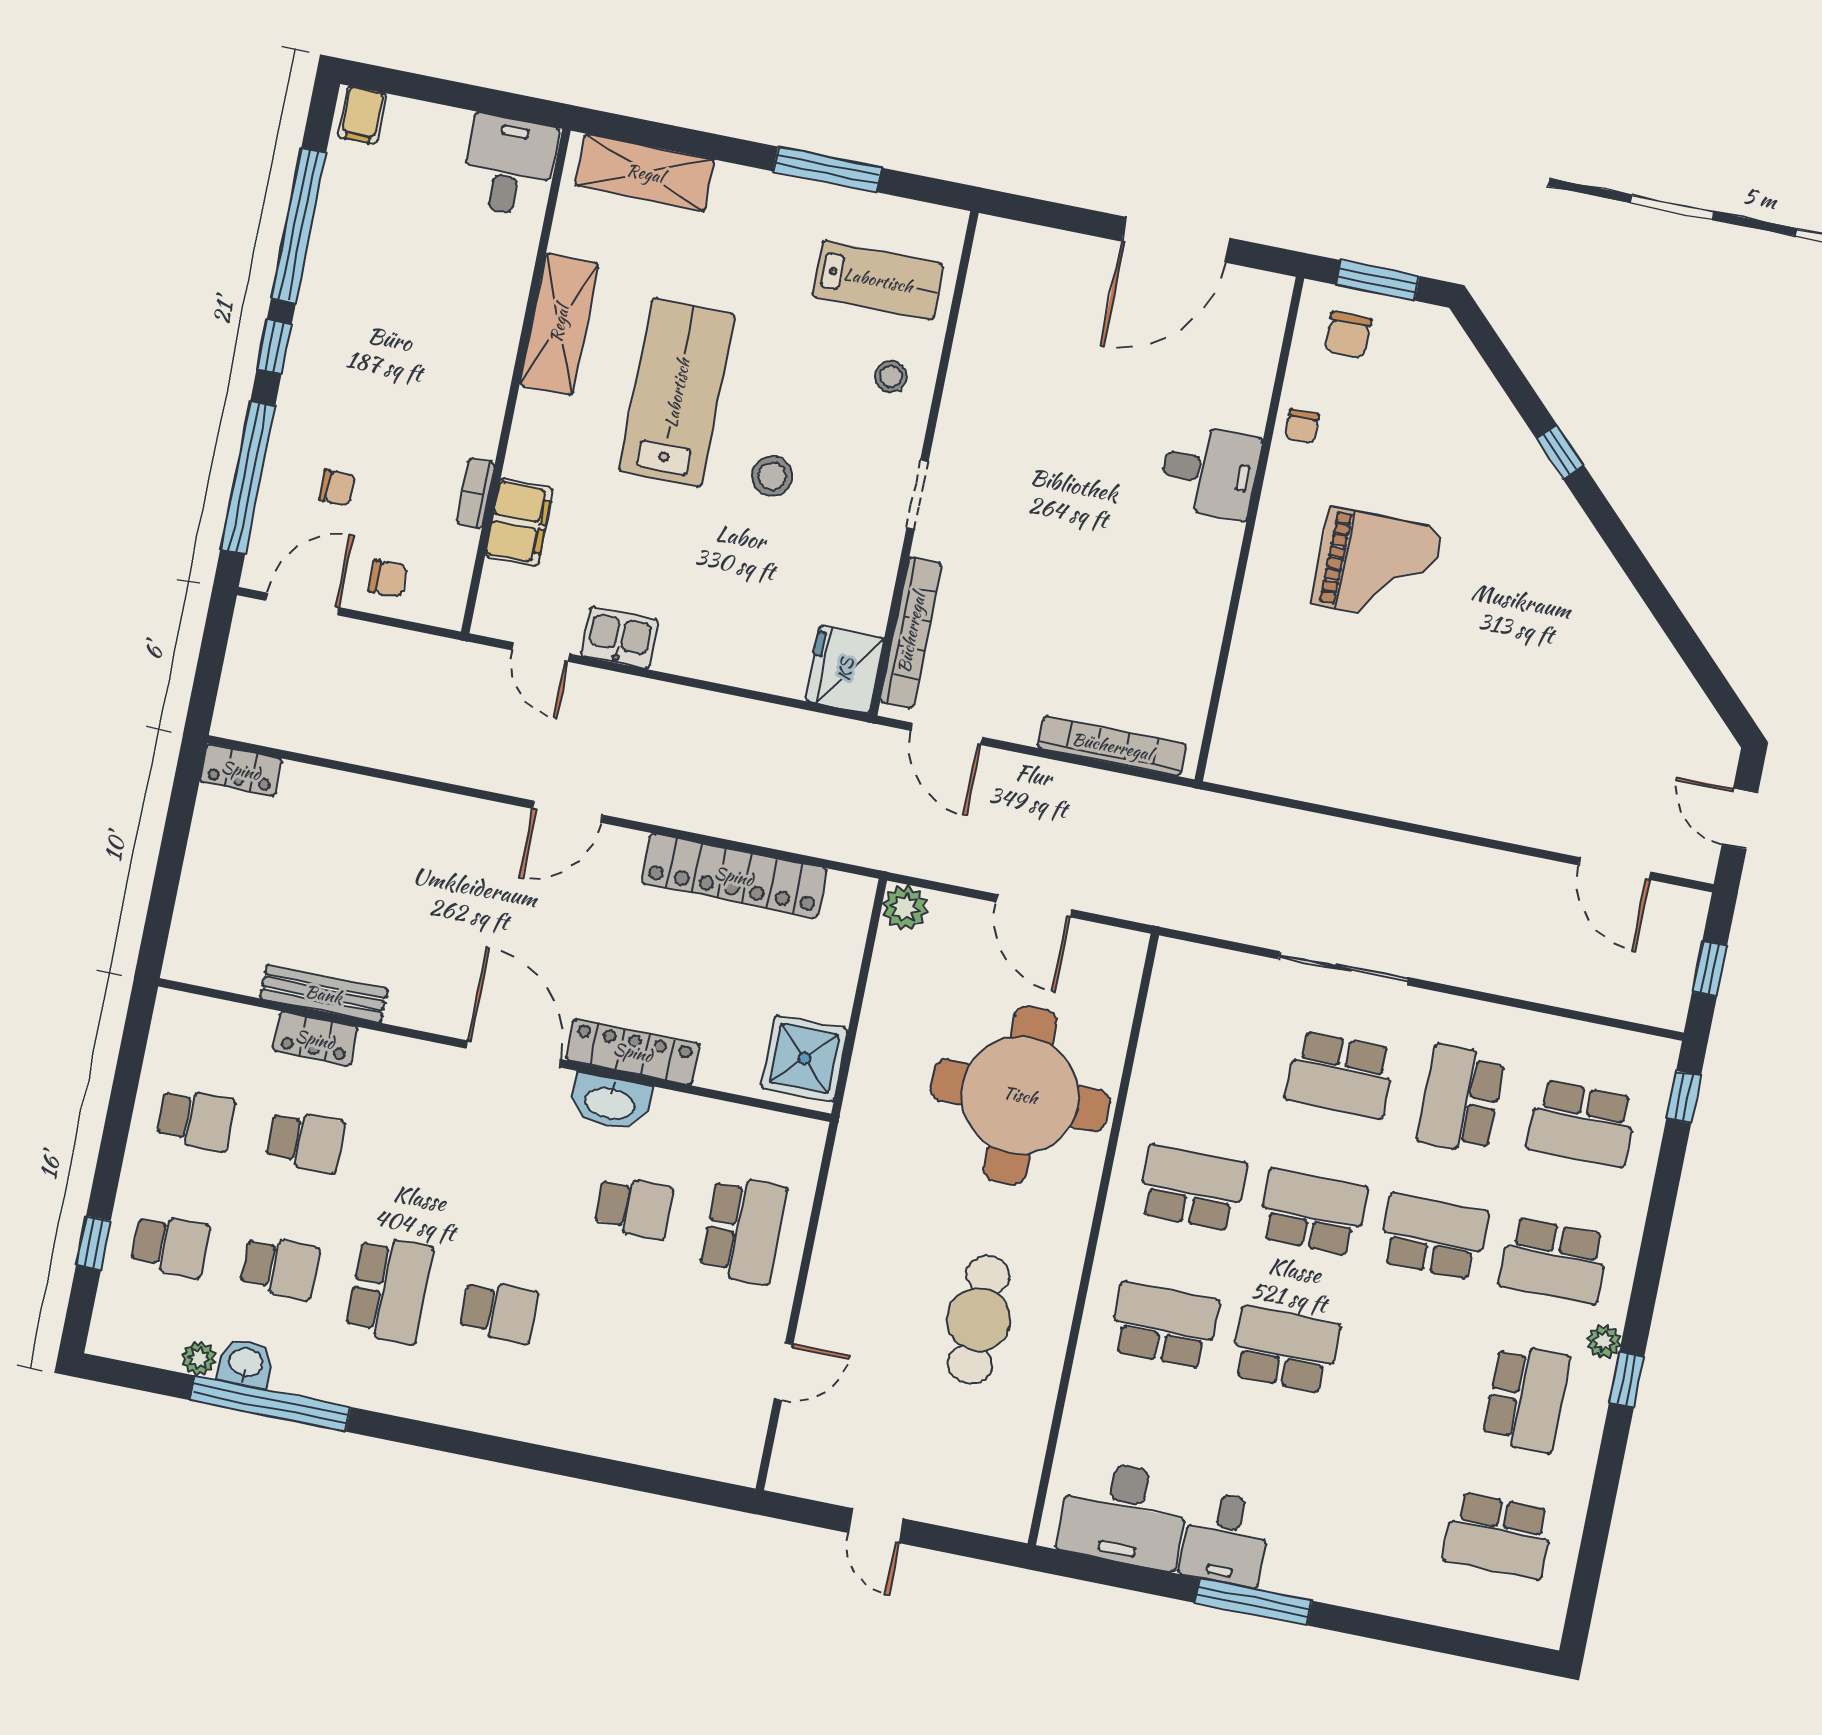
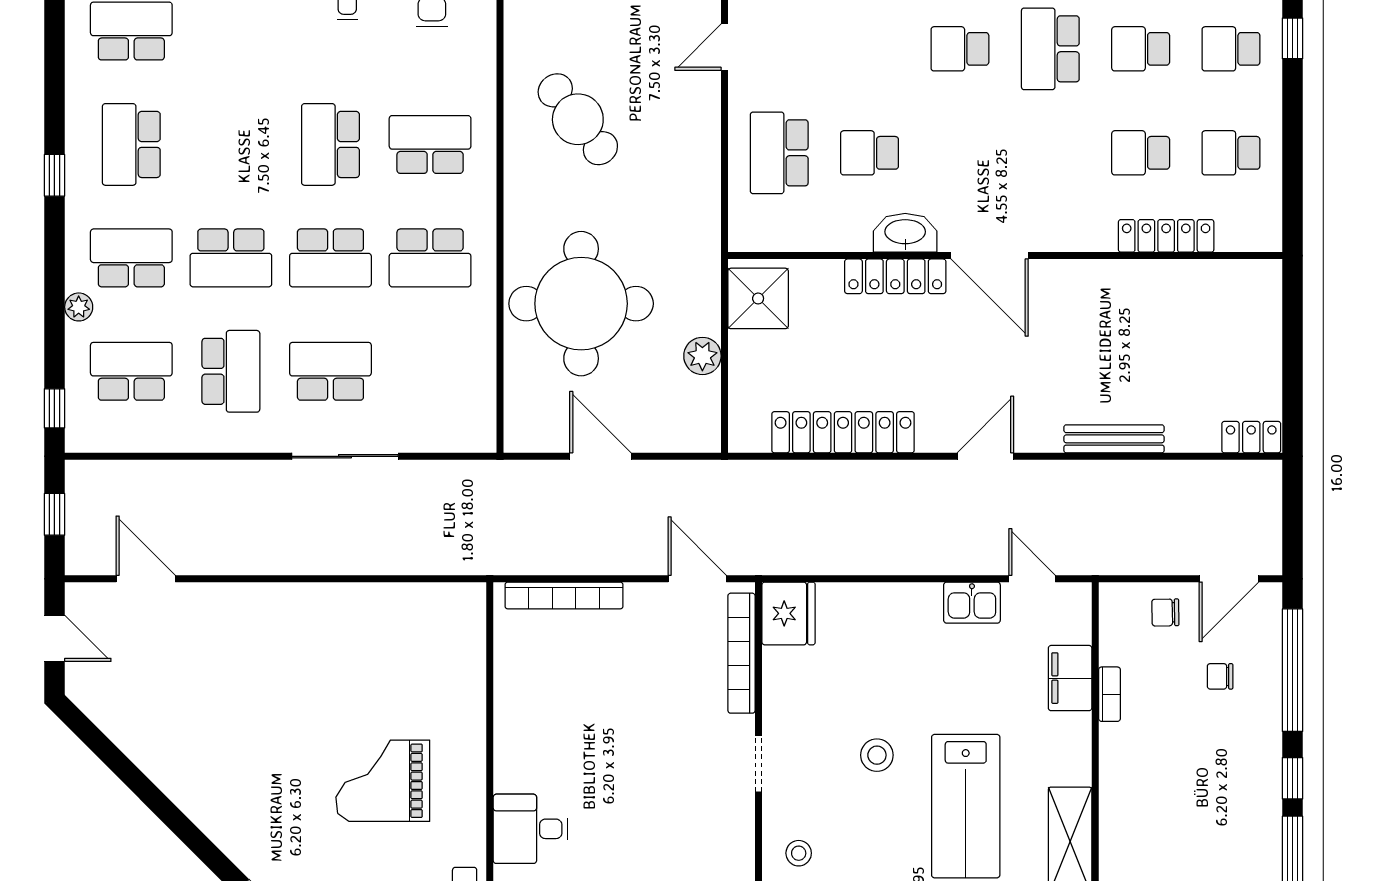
plant: (905, 908) -> (702, 356), moved
bench: (324, 994) -> (1114, 439), moved
locker: (315, 1039) -> (1166, 236), width x1.53
cafe table: (979, 1320) -> (578, 119), turned -38
school desk: (1164, 1325) -> (430, 144), turned 180
plant: (1604, 1341) -> (79, 307), moved
school desk: (1285, 1349) -> (330, 144), turned 90

